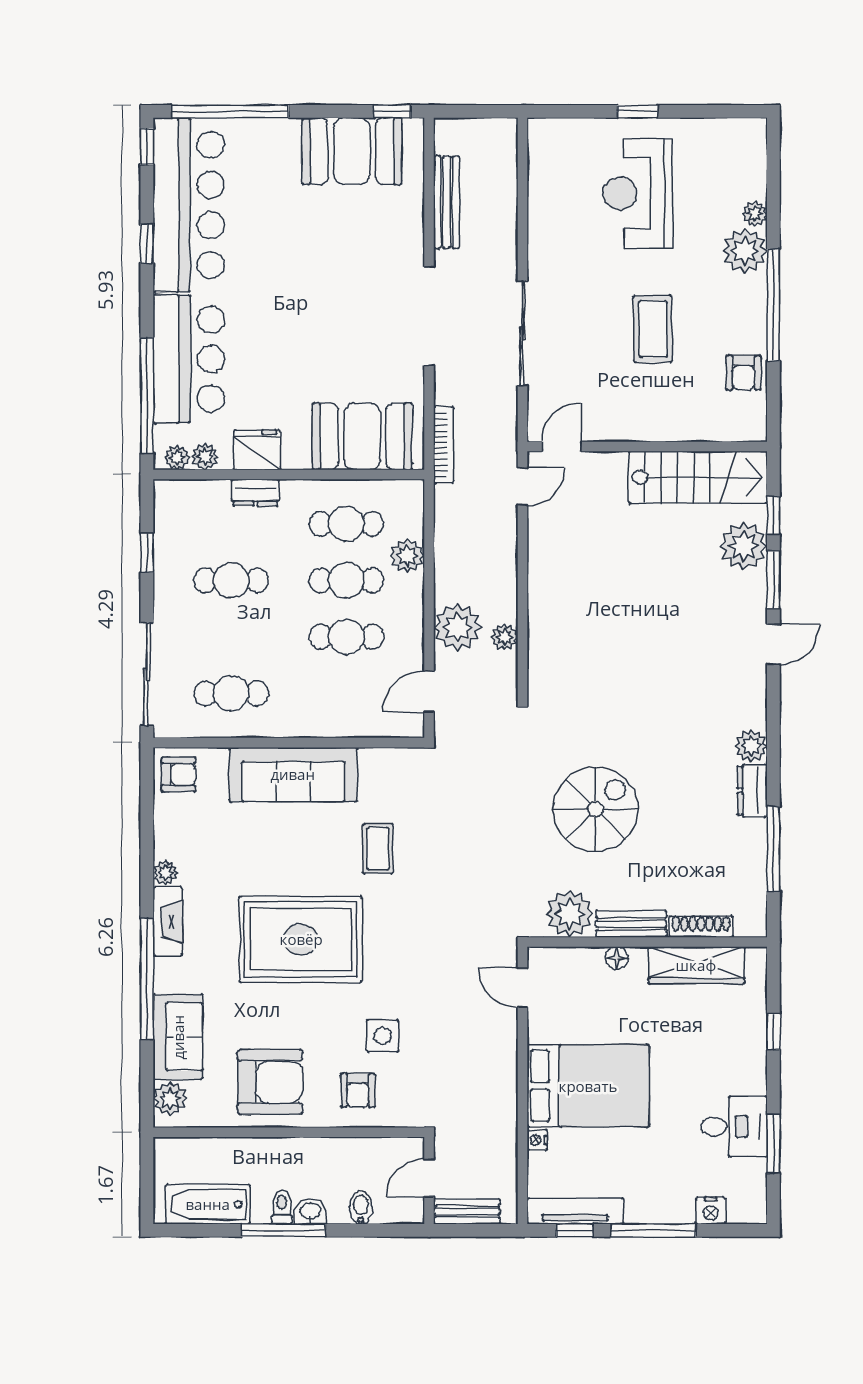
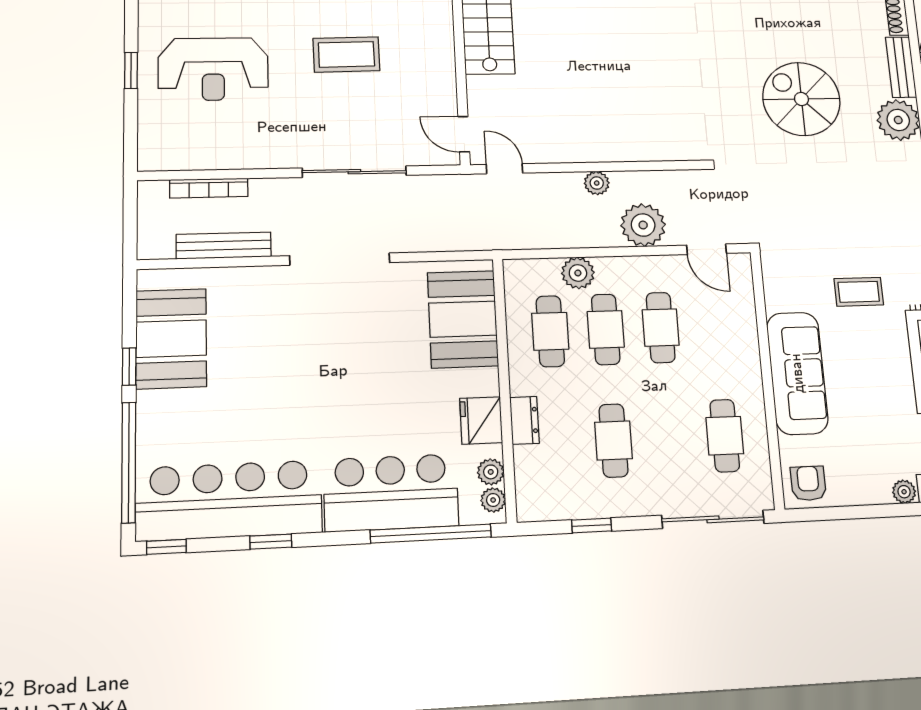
window: (392, 111) -> (129, 367), moved
bookcase: (444, 445) -> (209, 188), moved, turned 180
plant: (505, 637) -> (597, 183), moved

